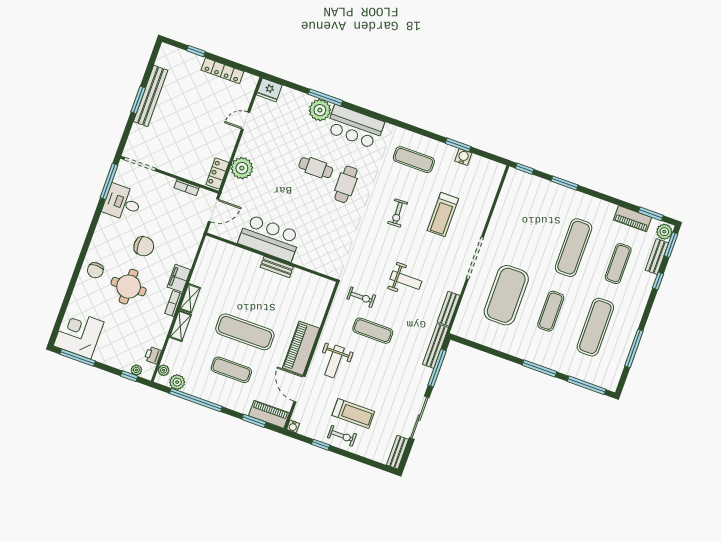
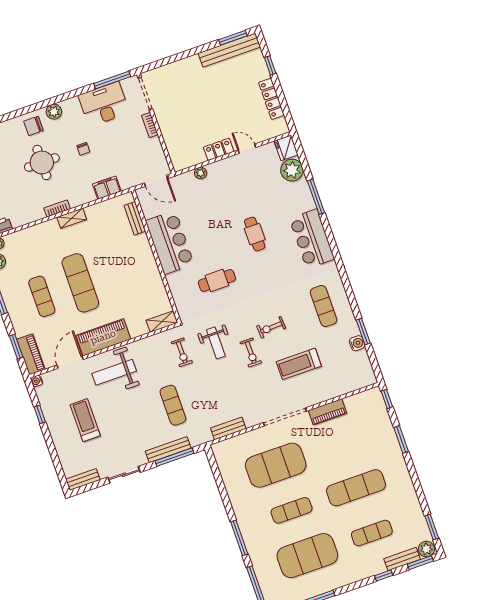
bench: (151, 96) -> (229, 50), moved
window: (138, 100) -> (233, 38), moved
plant: (320, 110) -> (292, 170), moved
plant: (242, 168) -> (201, 173), width x0.53, depth x0.53
locker: (217, 173) -> (219, 149), moved
cafe table: (346, 184) -> (217, 280), moved
bookcase: (187, 187) -> (150, 125), moved
desk: (122, 203) -> (104, 104), width x1.37
piano: (632, 219) -> (328, 412), moved, turned -90
plant: (97, 246) -> (54, 112), added
chair: (144, 246) -> (83, 149), width x0.54, depth x0.54
bench: (277, 267) -> (135, 218), moved
filing cabinet: (179, 278) -> (107, 188), moved
weight bench: (406, 280) -> (216, 343), moved
shelving: (180, 326) -> (162, 322), moved
exercise mat: (595, 327) -> (307, 556), width x1.47
exercise mat: (373, 331) -> (173, 405), moved
bench: (435, 346) -> (168, 450), moved
weight bench: (334, 361) -> (114, 372), width x1.36, depth x1.33
treadmill: (353, 413) -> (85, 420), turned 180
sliding door: (419, 418) -> (124, 475), width x0.73
exercise bike: (342, 436) -> (251, 352), moved

